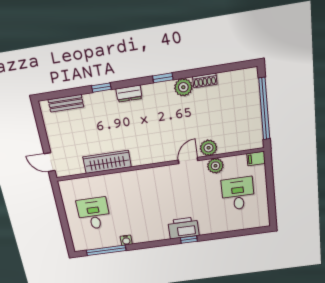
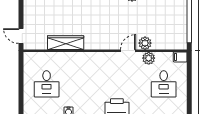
desk: (238, 194) -> (164, 84), turned 180
desk: (94, 213) -> (47, 84), turned 180

